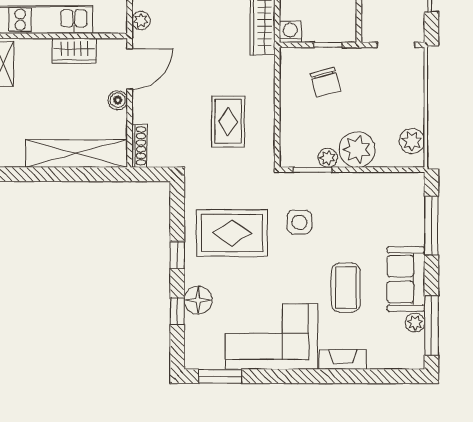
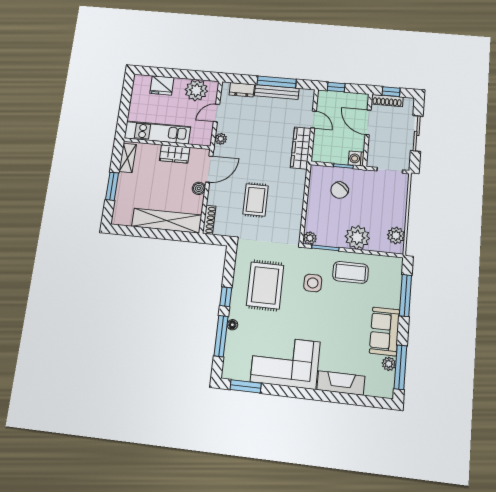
washing machine: (290, 32) -> (356, 159), moved, turned -90
chair: (325, 82) -> (339, 190), turned 52
rug: (228, 121) -> (256, 200), moved
plant: (328, 158) -> (310, 238), moved
rug: (232, 233) -> (265, 285), turned 90
coffee table: (346, 288) -> (351, 272), moved, turned 90
floor lamp: (198, 300) -> (232, 325), width x0.53, depth x0.53
window: (177, 311) -> (221, 336), width x2.17
fireplace: (343, 359) -> (341, 383), width x1.37, depth x1.32

